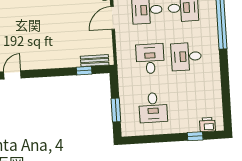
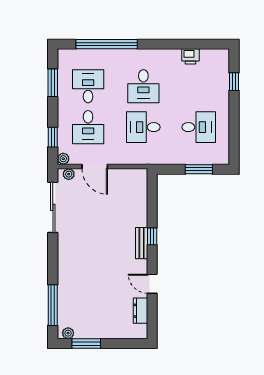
bench: (95, 61) -> (142, 243), moved
window: (84, 71) -> (152, 236), moved
printer: (207, 125) -> (191, 56), moved, turned -90

